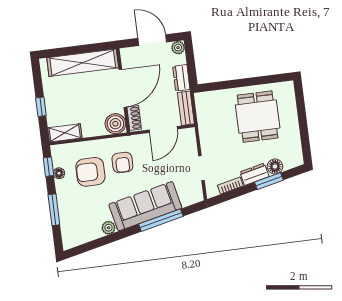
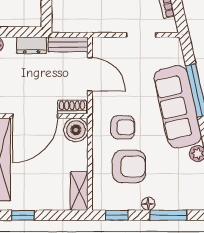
door: (123, 88) -> (35, 116), swing flipped
window: (41, 107) -> (23, 215), moved
armchair: (90, 172) -> (129, 167), turned -90
floor lamp: (59, 173) -> (148, 204), moved

